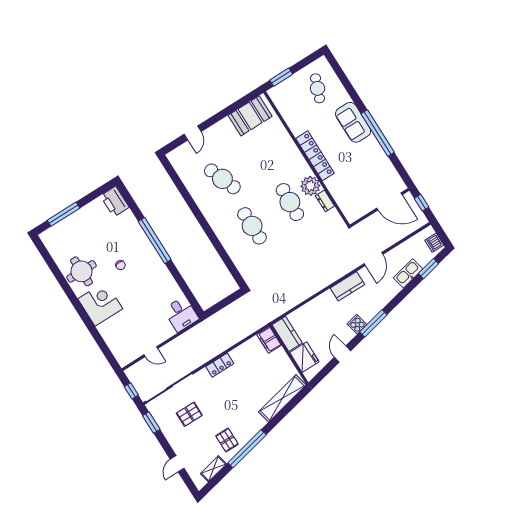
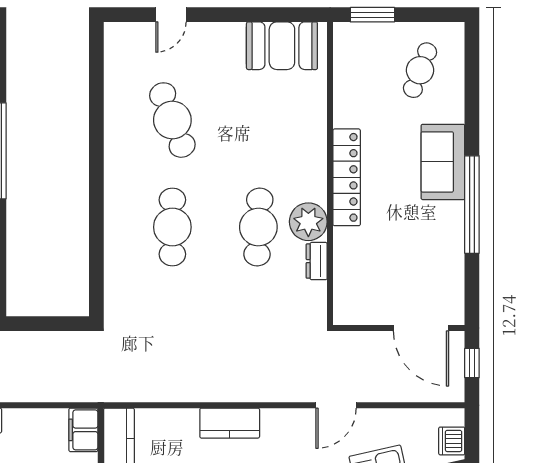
kitchen counter: (347, 286) -> (230, 423), moved

